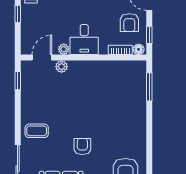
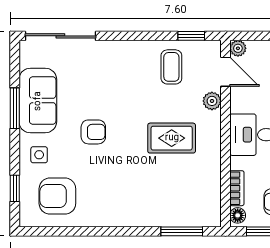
plant: (64, 49) -> (238, 48), moved
rug: (87, 94) -> (172, 138), added
coffee table: (37, 131) -> (171, 67), moved

